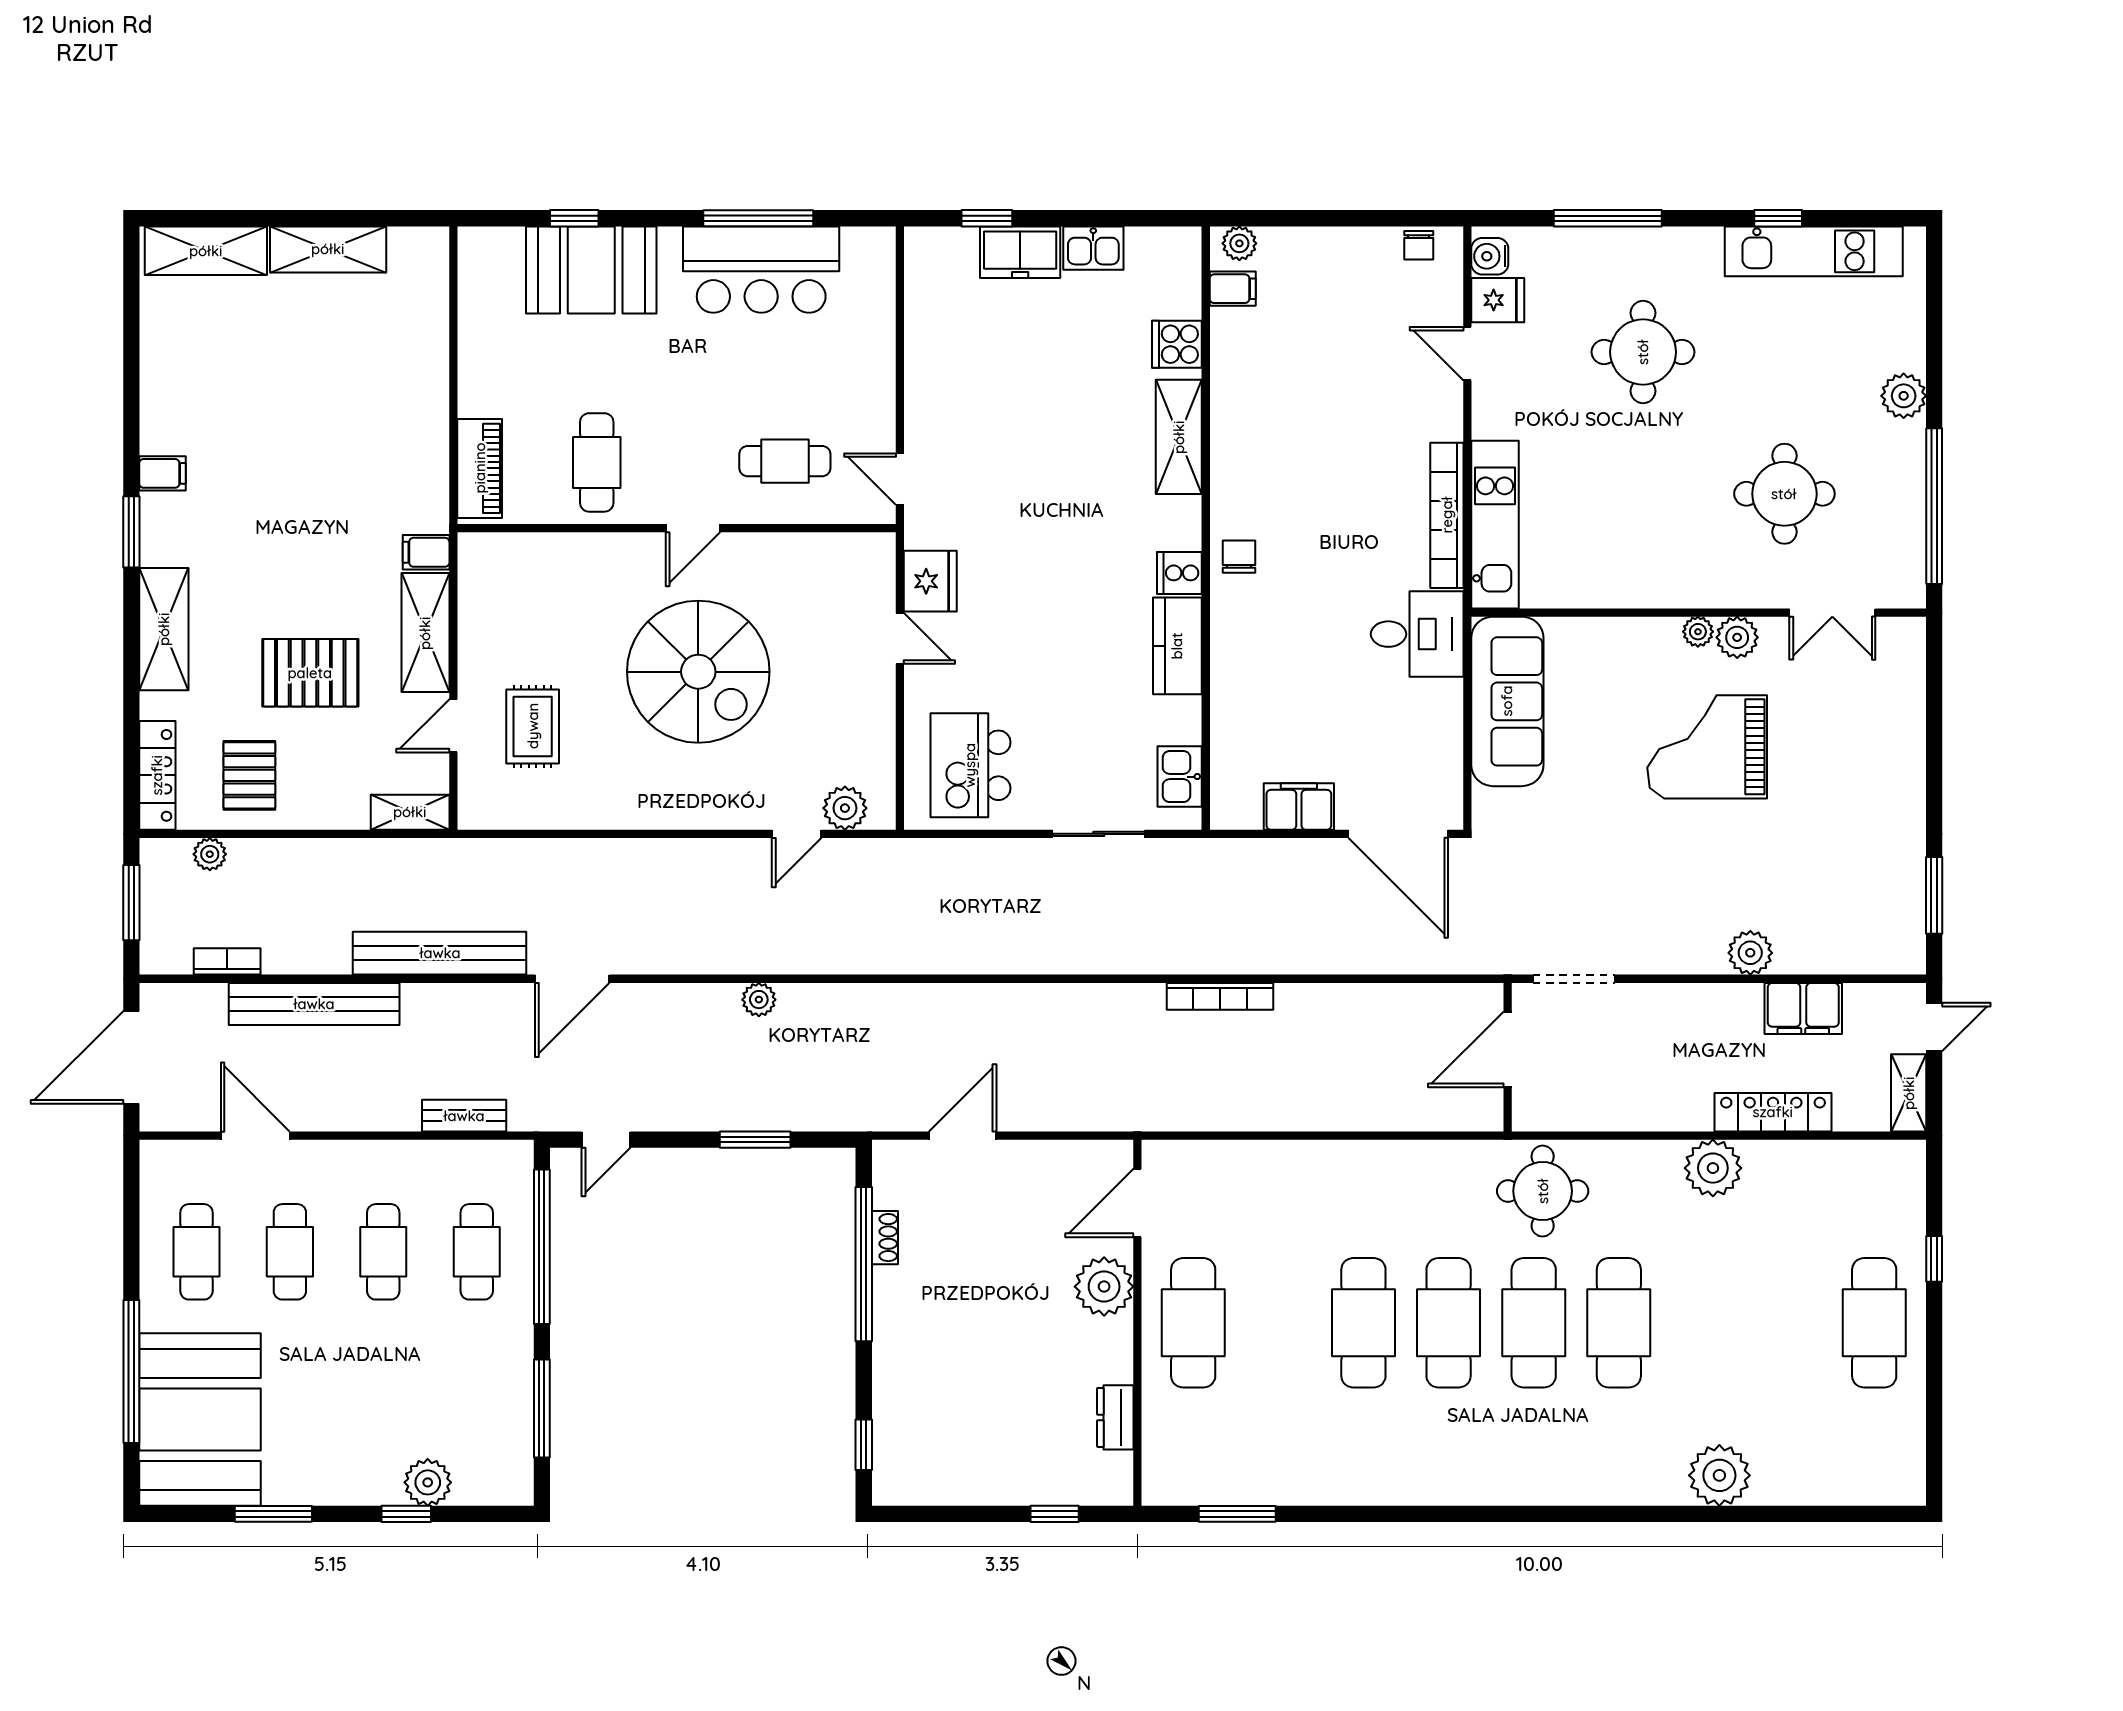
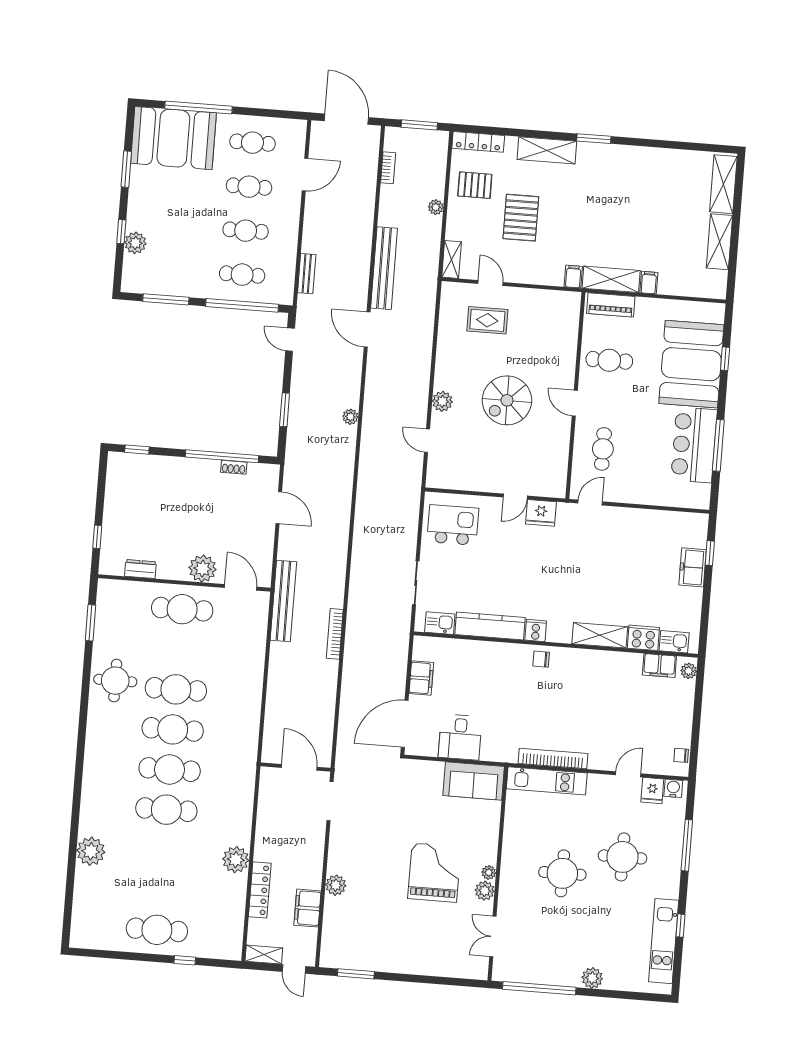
kitchen sink: (1093, 248) -> (674, 642), moved, turned 90
booth: (591, 270) -> (691, 364), width x1.36, depth x1.42
filing cabinet: (1233, 289) -> (659, 665), width x2.00
cooker: (1177, 344) -> (643, 638), width x1.36
filing cabinet: (163, 473) -> (649, 283), moved, turned 180
round table: (1784, 494) -> (562, 873), moved
chair: (1239, 557) -> (541, 659), turned 180
shelving: (425, 633) -> (611, 279), moved
desk: (1417, 634) -> (460, 737), moved
kitchen counter: (1177, 646) -> (490, 626), width x1.50
spiral stairs: (698, 672) -> (507, 400), width x0.73, depth x0.73
sofa: (1507, 701) -> (474, 781), width x0.73
plant: (845, 808) -> (442, 401), moved
plant: (210, 854) -> (436, 207), moved
bench: (314, 1004) -> (283, 601), moved
round table: (1543, 1191) -> (115, 681), moved

